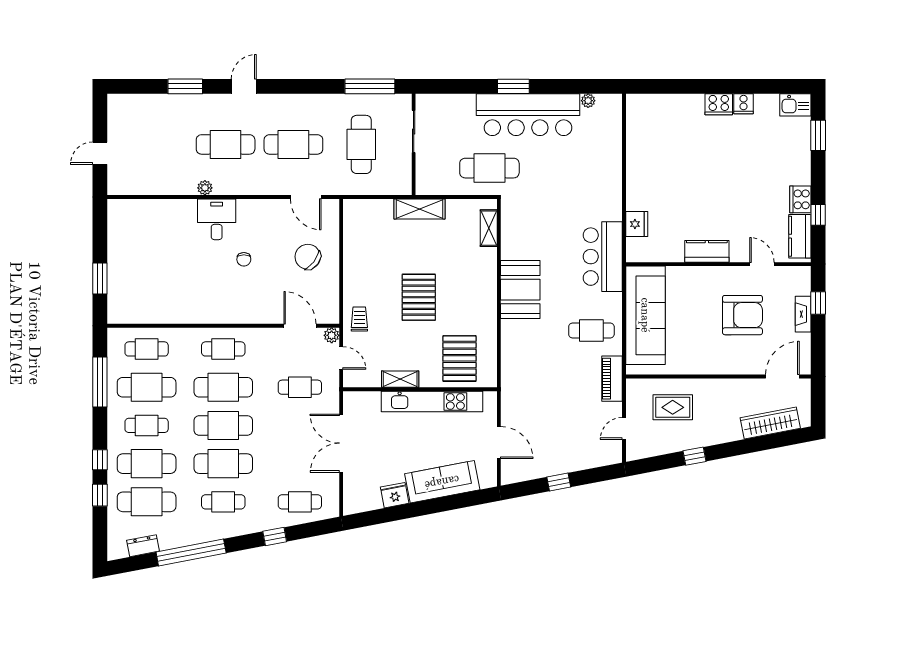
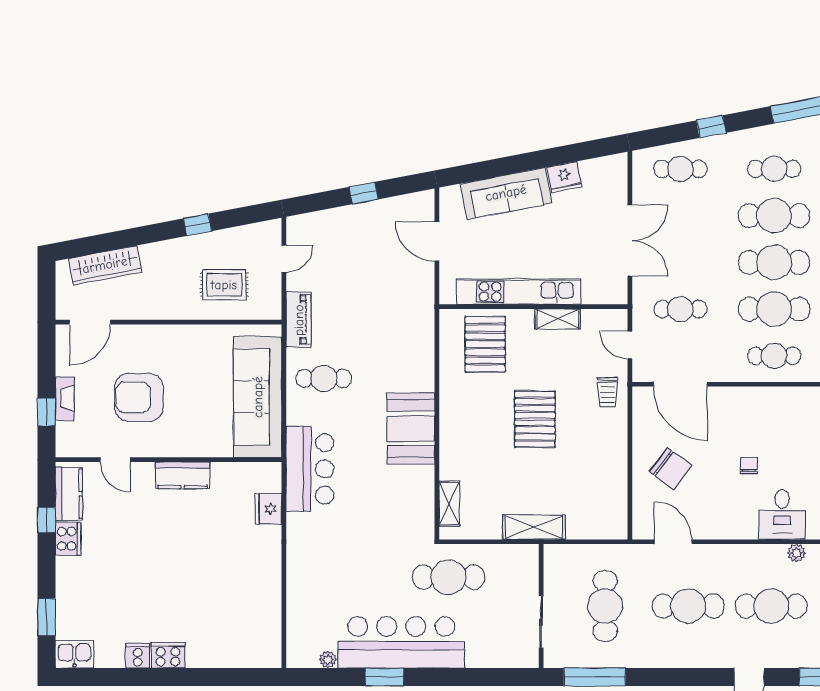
window: (513, 86) -> (384, 677), moved
door: (300, 326) -> (680, 384), width x1.36
plant: (332, 335) -> (642, 373), removed

